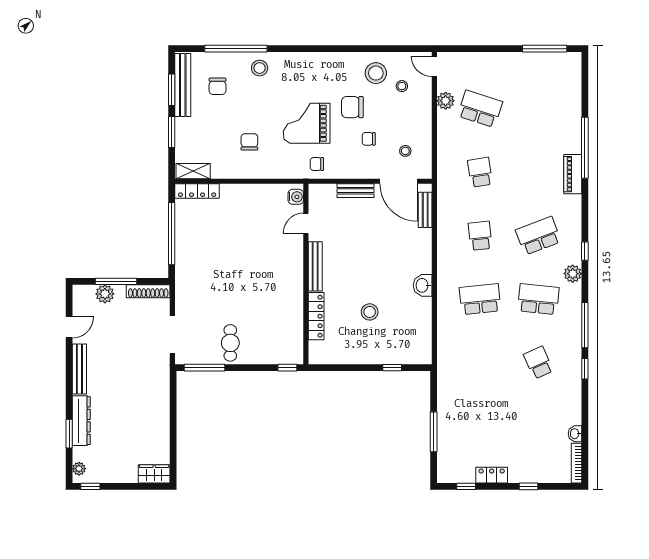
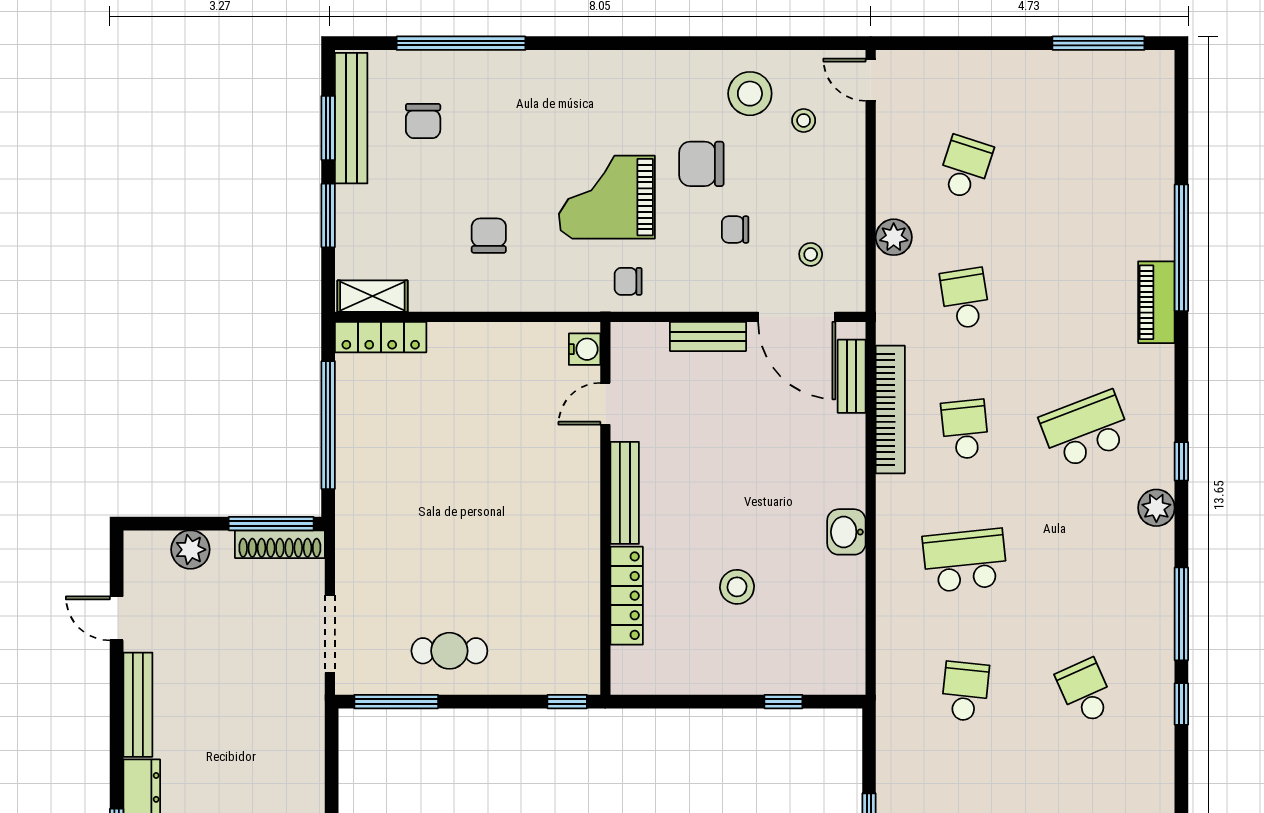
stool: (260, 68) -> (510, 83), removed
plant: (446, 101) -> (894, 237), moved
school desk: (480, 109) -> (965, 168), width x0.54
bookcase: (444, 226) -> (890, 409), added
window: (116, 281) -> (271, 524), moved
school desk: (538, 299) -> (965, 691), moved, width x0.54
door: (69, 327) -> (117, 618), swing flipped
cafe table: (230, 343) -> (449, 651), turned 90

